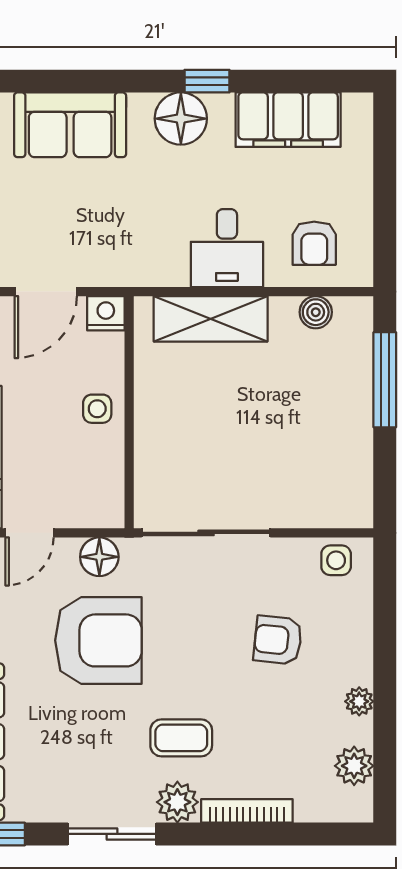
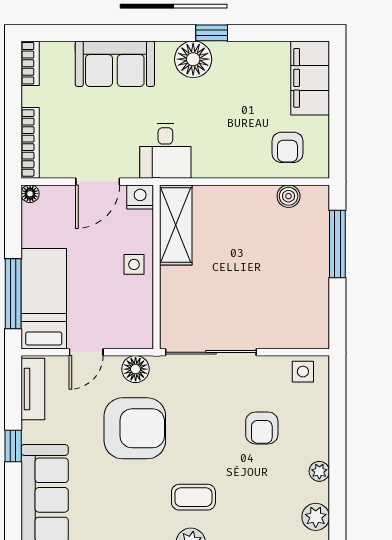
filing cabinet: (288, 120) -> (310, 78), moved, turned 90
desk: (227, 248) -> (165, 151), moved
shelving: (211, 319) -> (176, 225), moved, turned 90
armchair: (278, 640) -> (262, 428), turned -96

